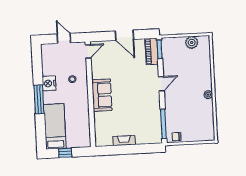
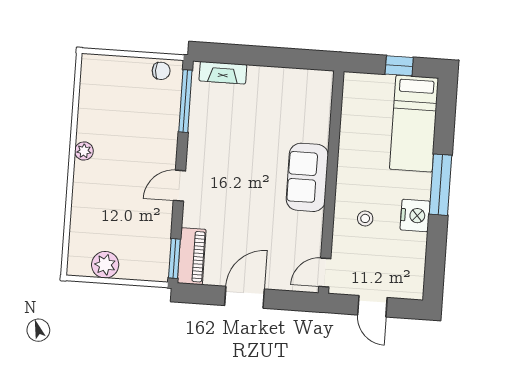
door: (124, 35) -> (244, 297), hinge flipped
fireplace: (124, 141) -> (223, 73), moved

